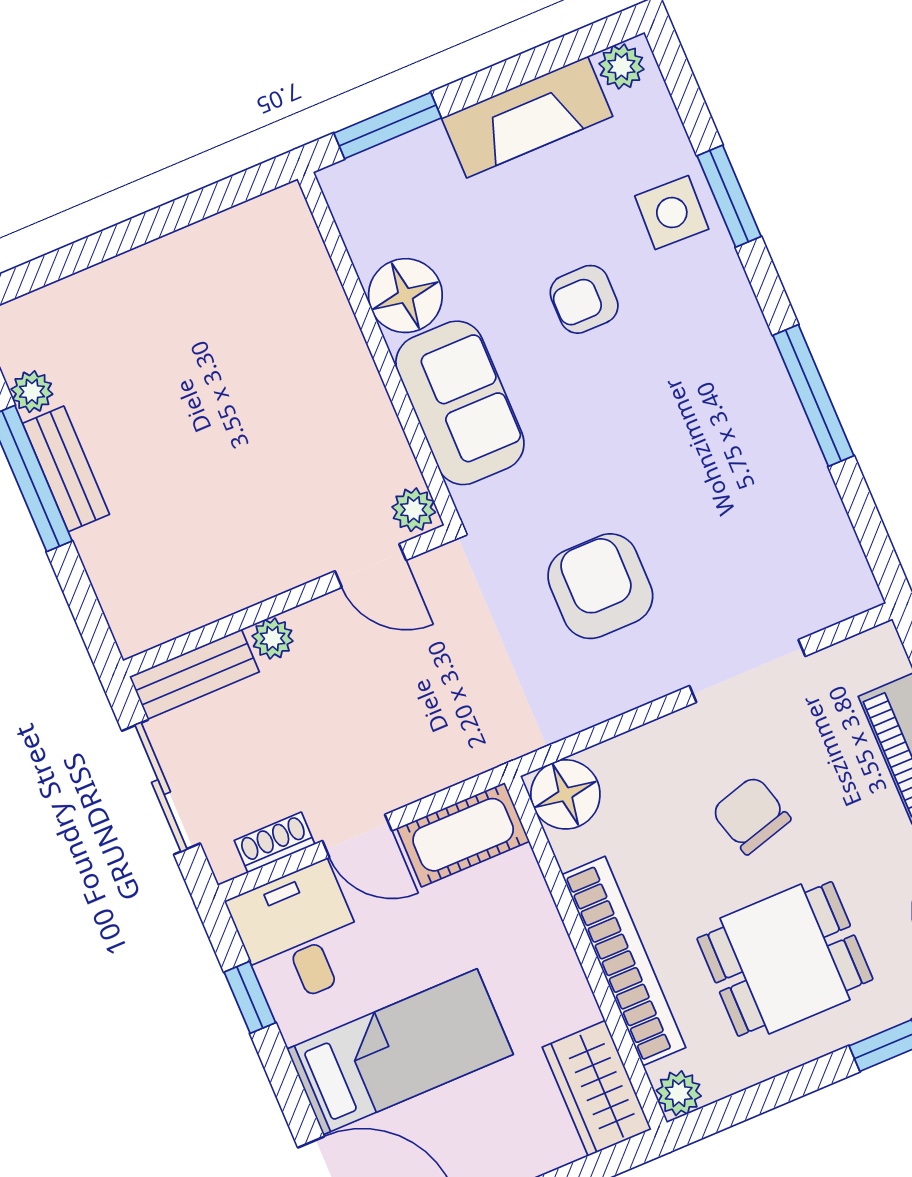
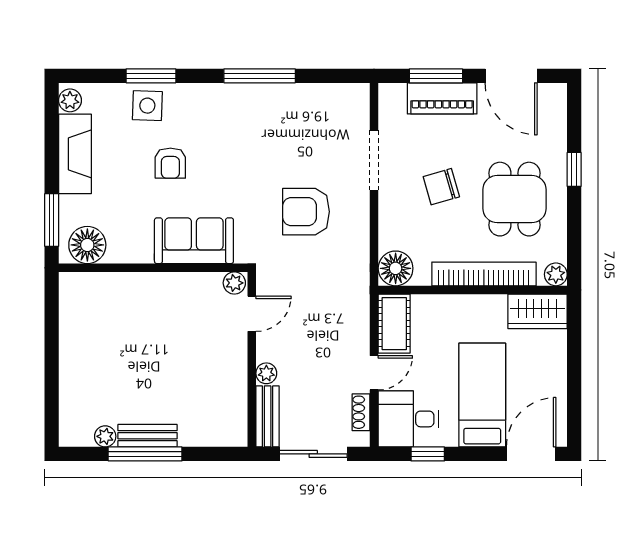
floor lamp: (405, 296) -> (87, 245), moved

